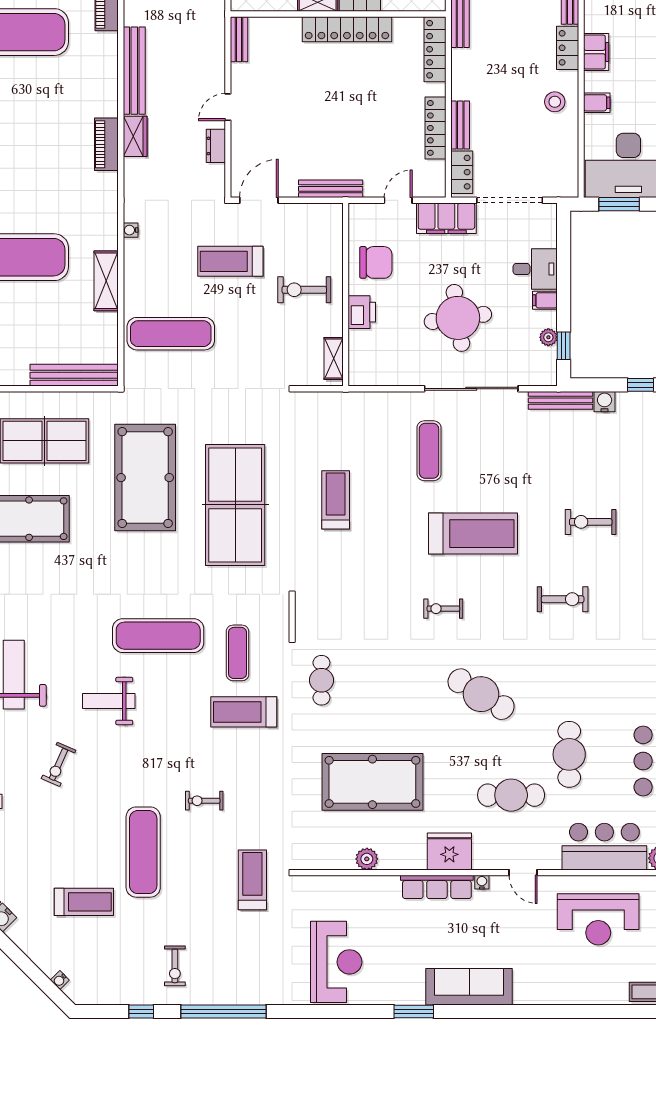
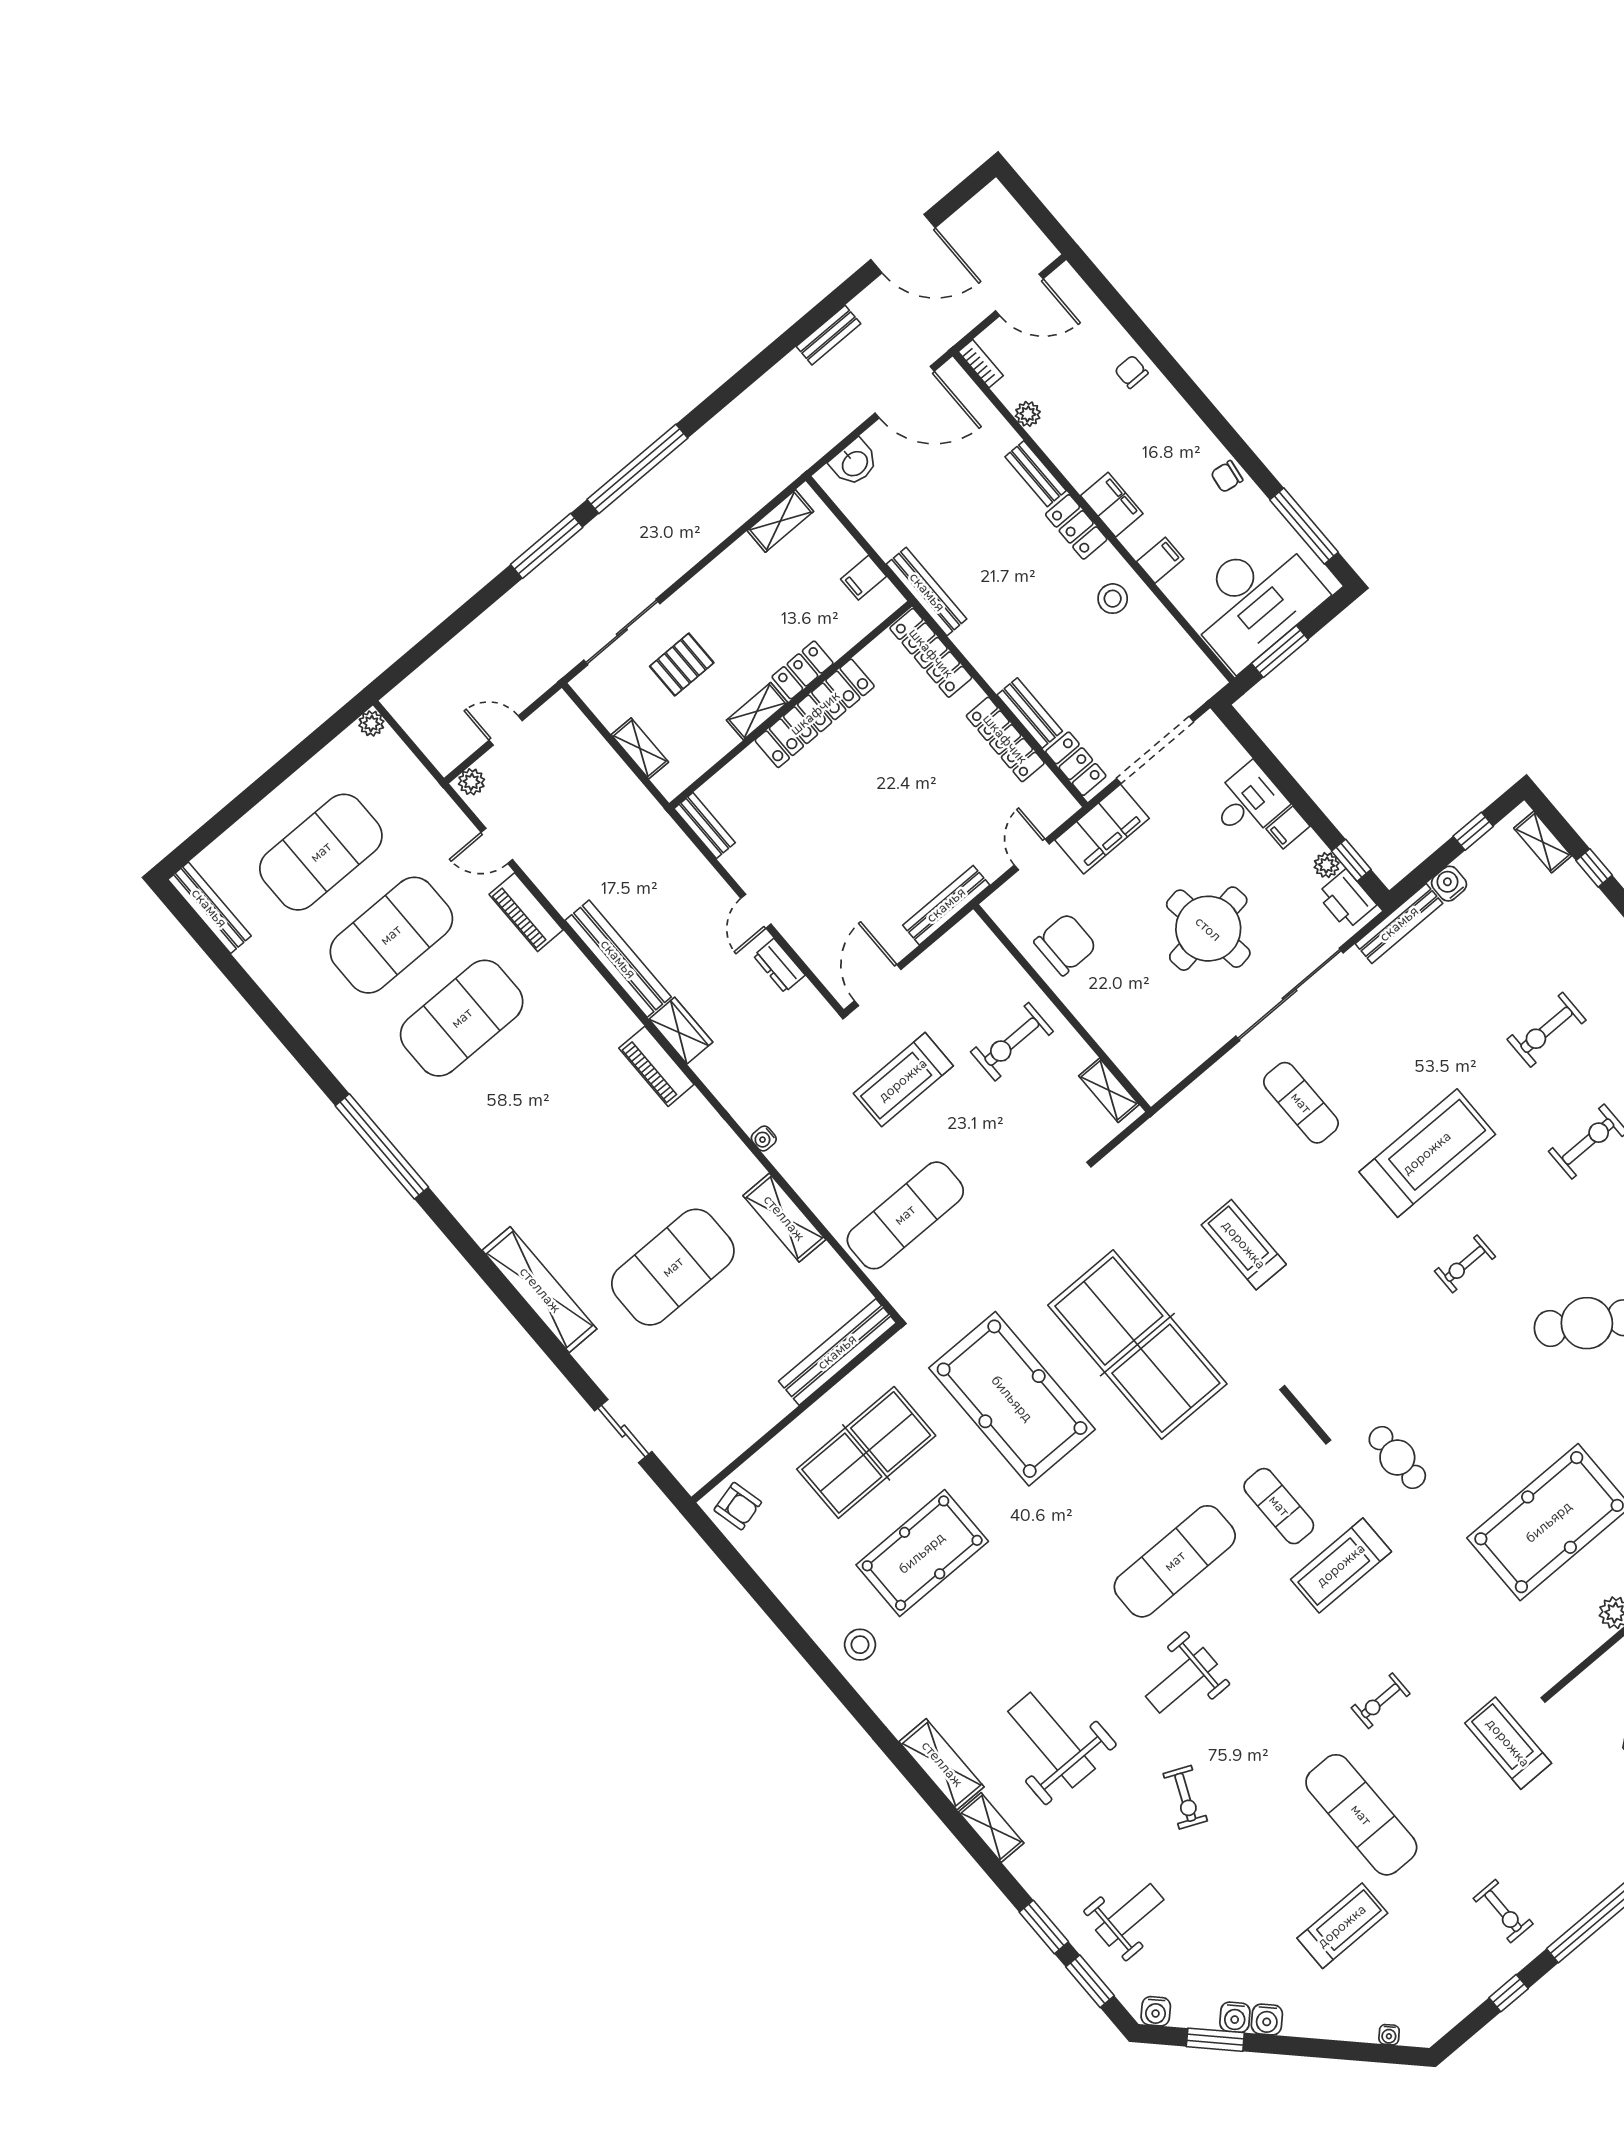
printer: (362, 312) -> (1346, 899), moved, turned 180

